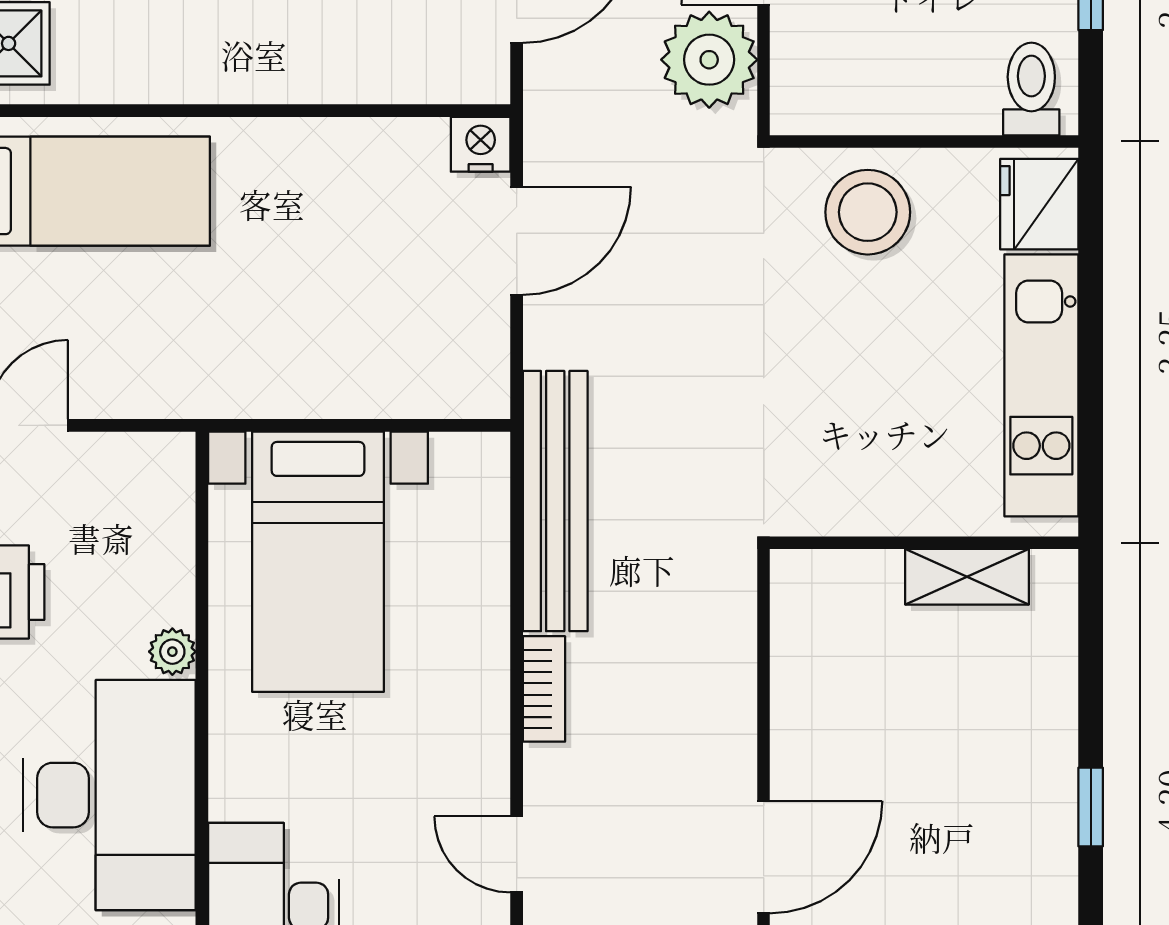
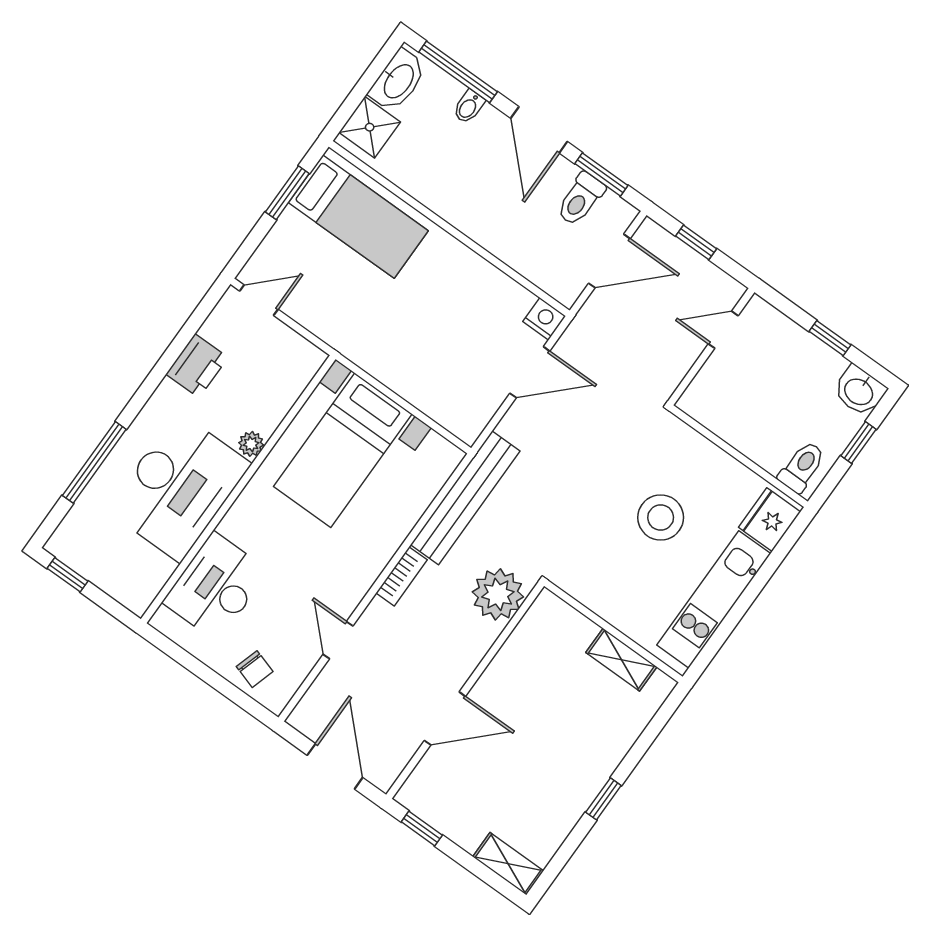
plant: (709, 60) -> (498, 594), moved
stool: (868, 212) -> (661, 517), moved

